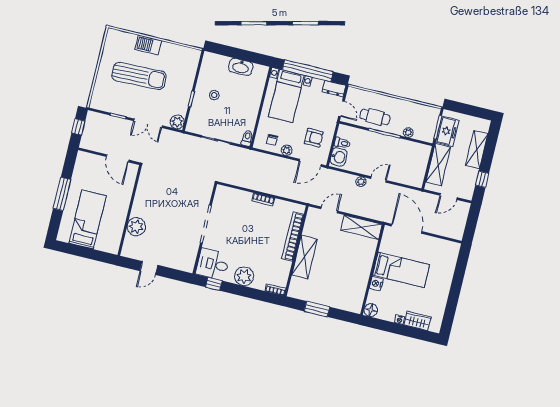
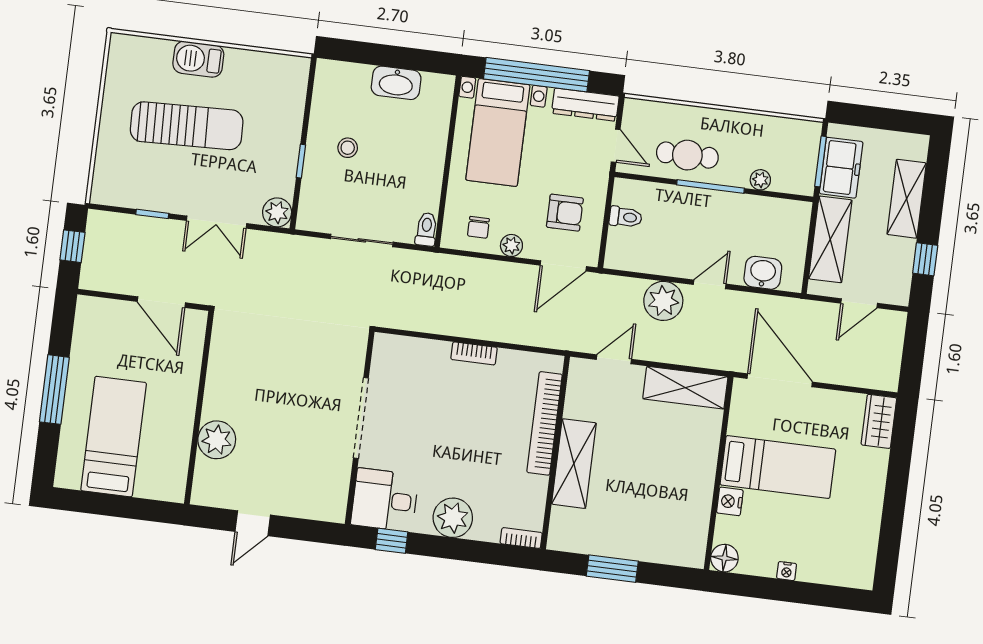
dresser: (334, 89) -> (585, 105), width x1.44
washbasin: (339, 157) -> (763, 273), moved, turned -90
plant: (361, 182) -> (663, 301), width x1.88, depth x1.88
wardrobe: (417, 321) -> (879, 421), moved, turned -90

